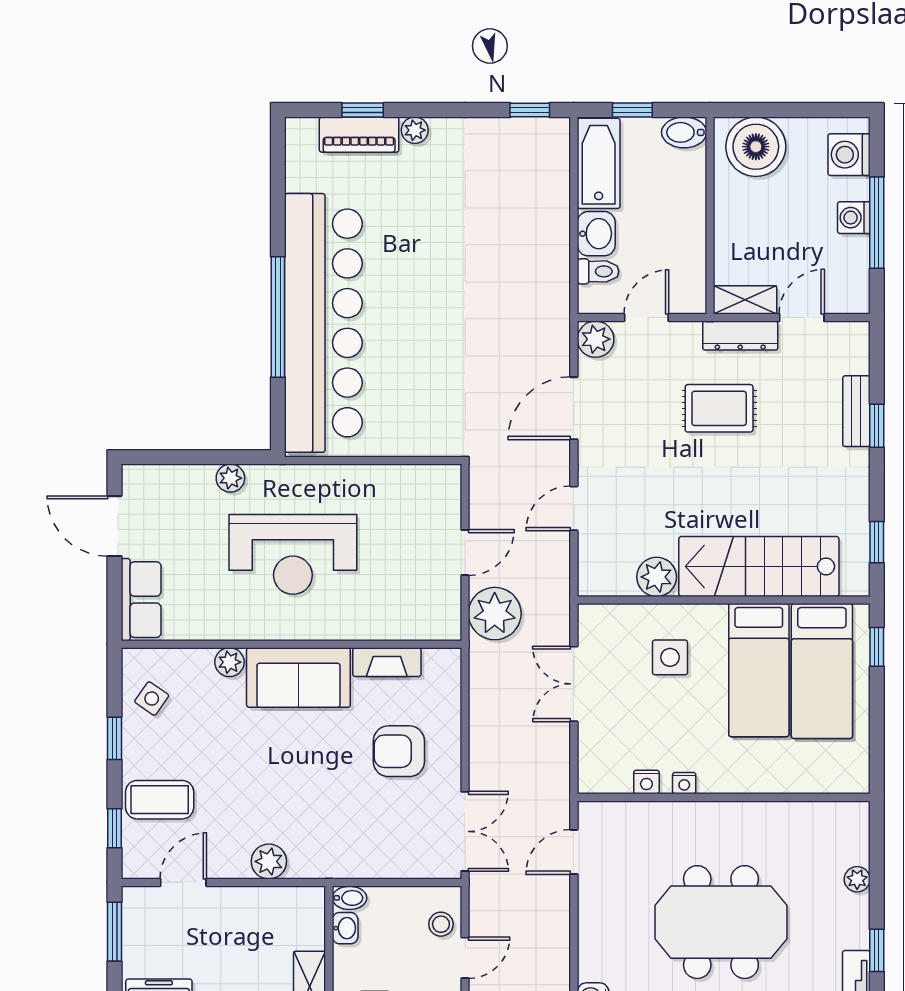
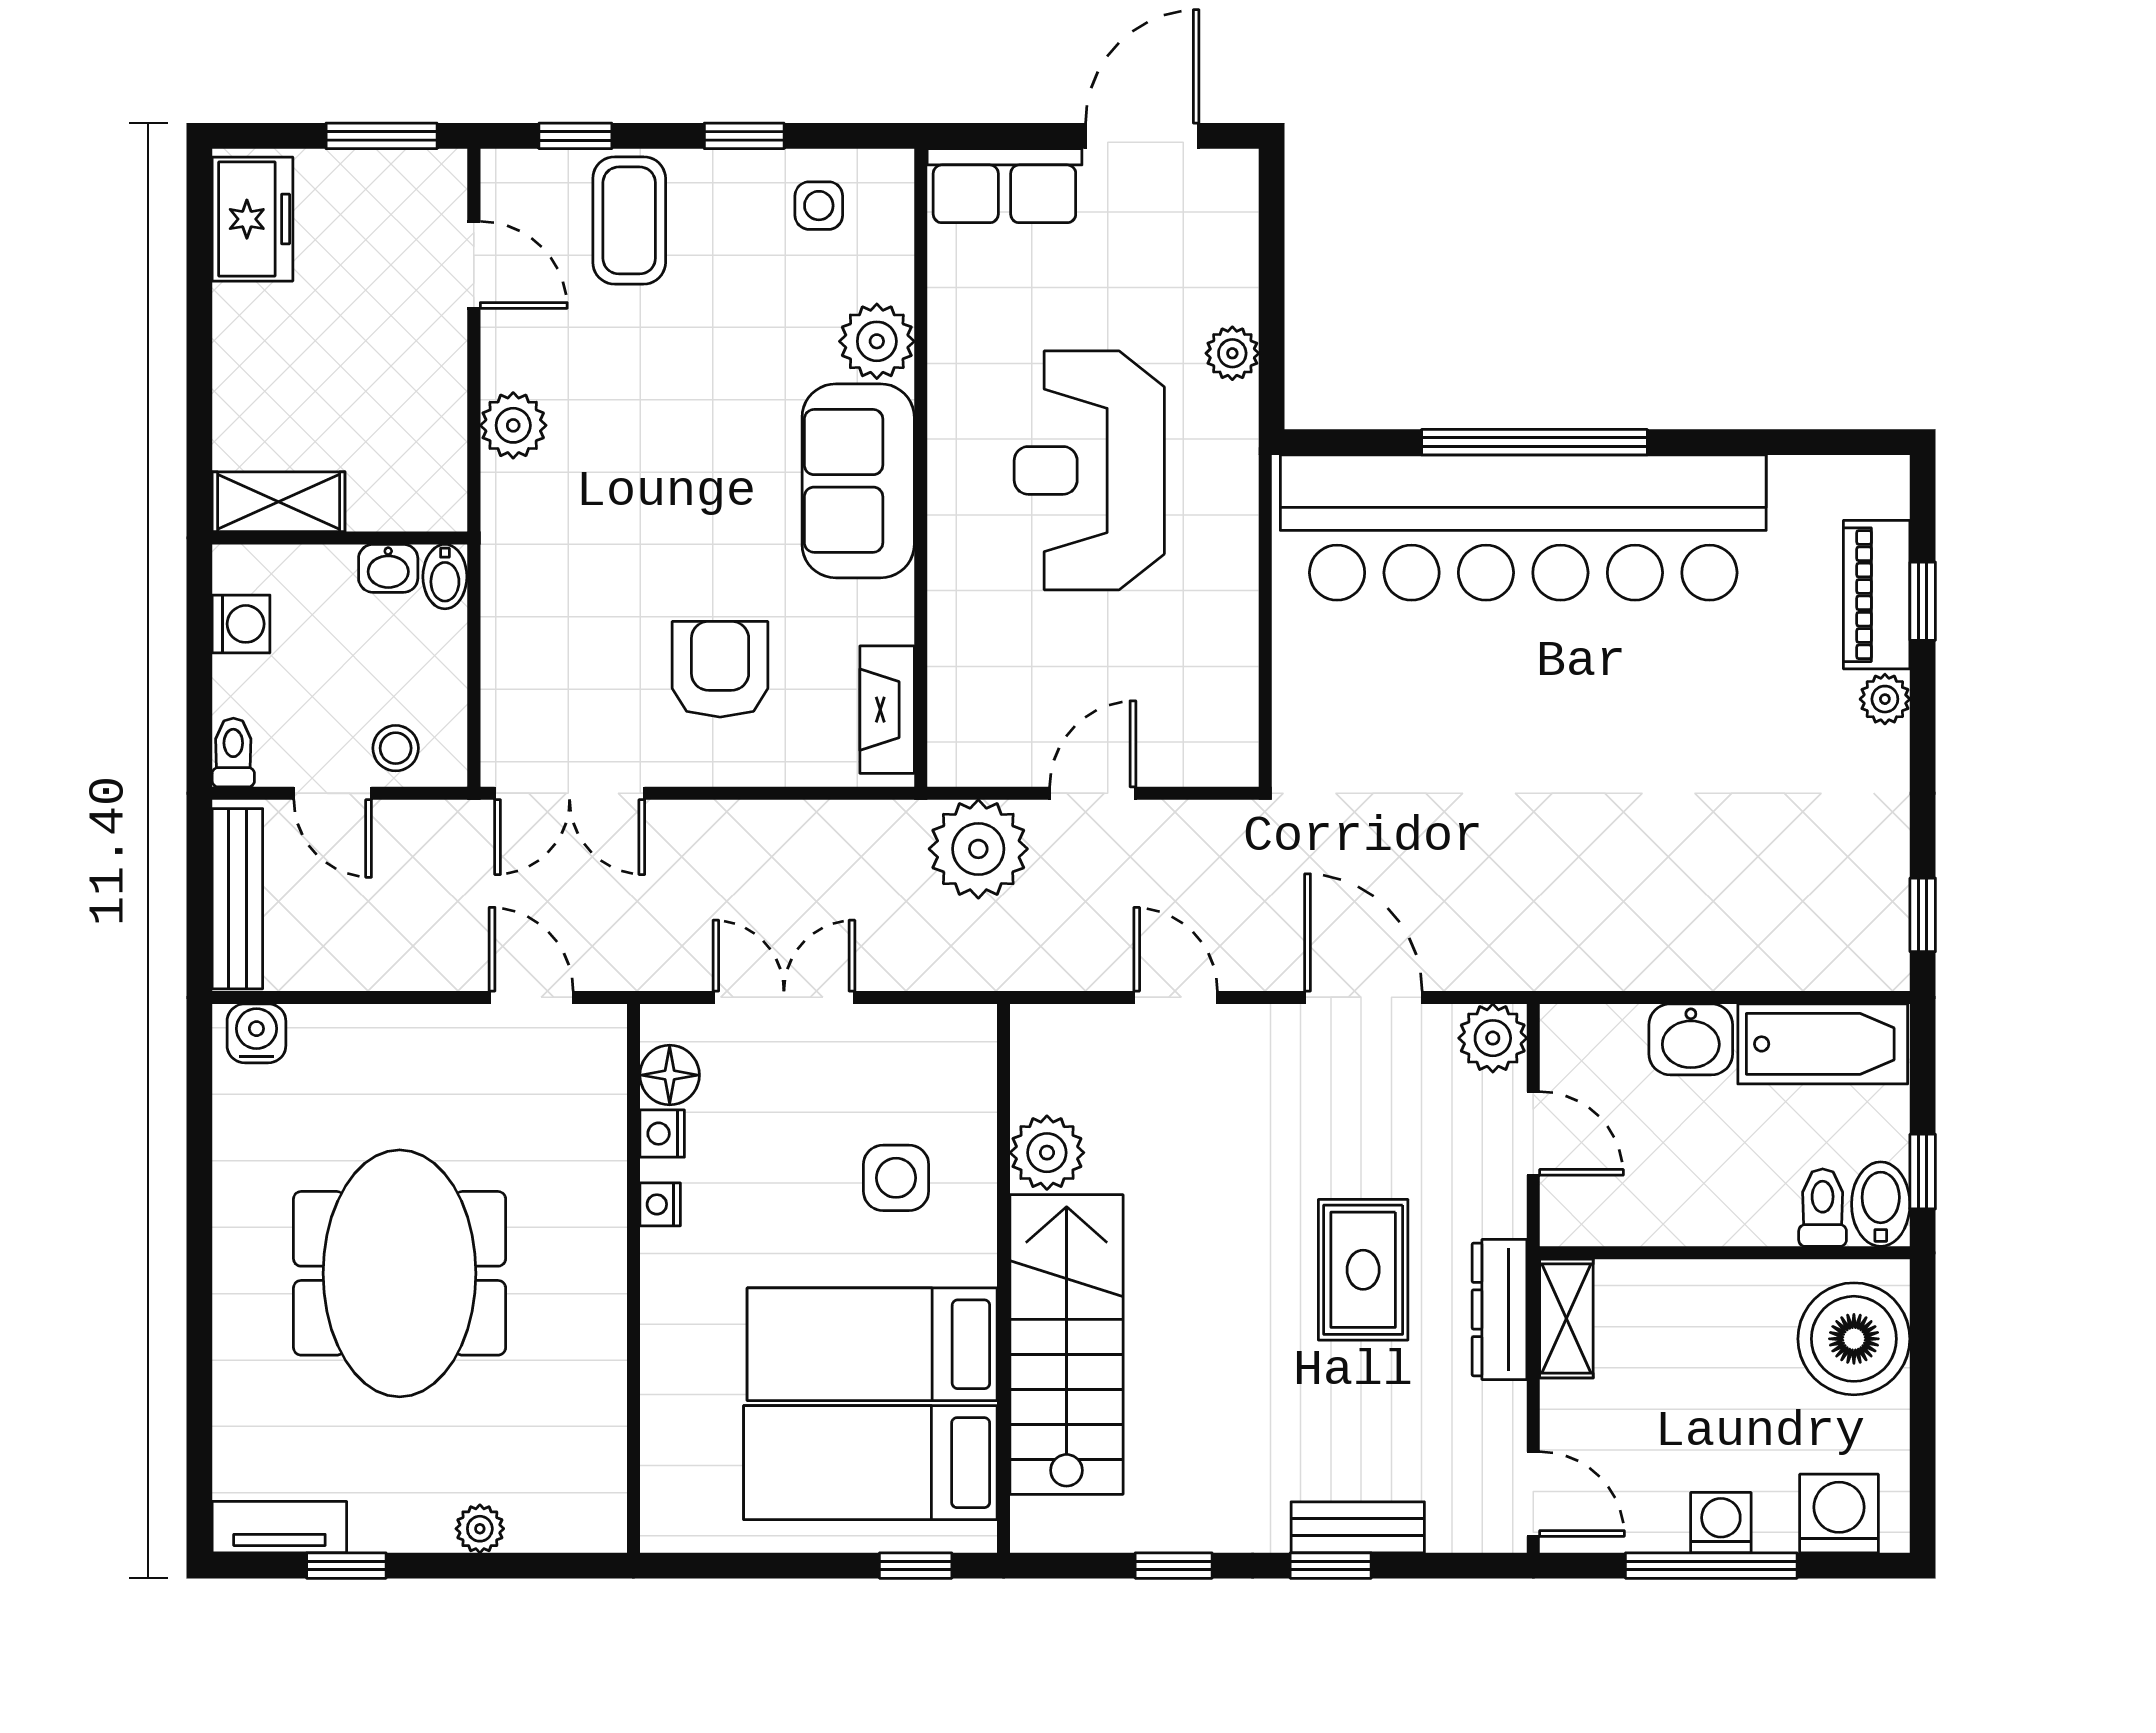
window: (632, 110) -> (1923, 1172), moved
toilet: (598, 271) -> (1823, 1208), moved, turned 180
door: (802, 318) -> (1533, 1494), moved
window: (877, 542) -> (1174, 1566), moved
door: (465, 552) -> (1093, 793), swing flipped
plant: (229, 662) -> (877, 341), width x1.38, depth x1.38
fireplace: (387, 662) -> (887, 710), moved
double door: (574, 684) -> (784, 997), moved
side table: (152, 699) -> (819, 206), turned -35
floor lamp: (615, 778) -> (670, 1075), added

